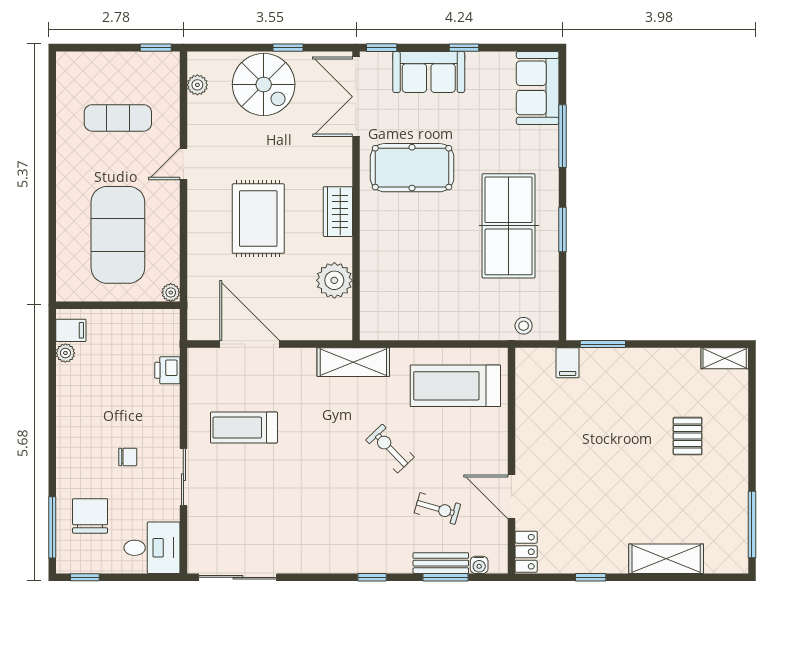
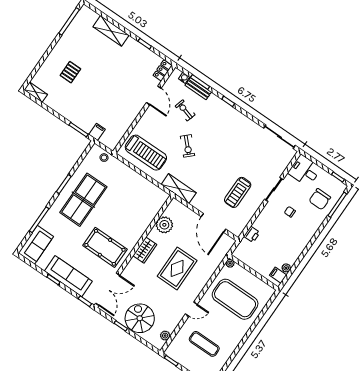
sofa: (429, 72) -> (68, 276), width x1.36
exercise mat: (118, 235) -> (235, 299), turned 90
treadmill: (244, 428) -> (238, 192), turned 90

